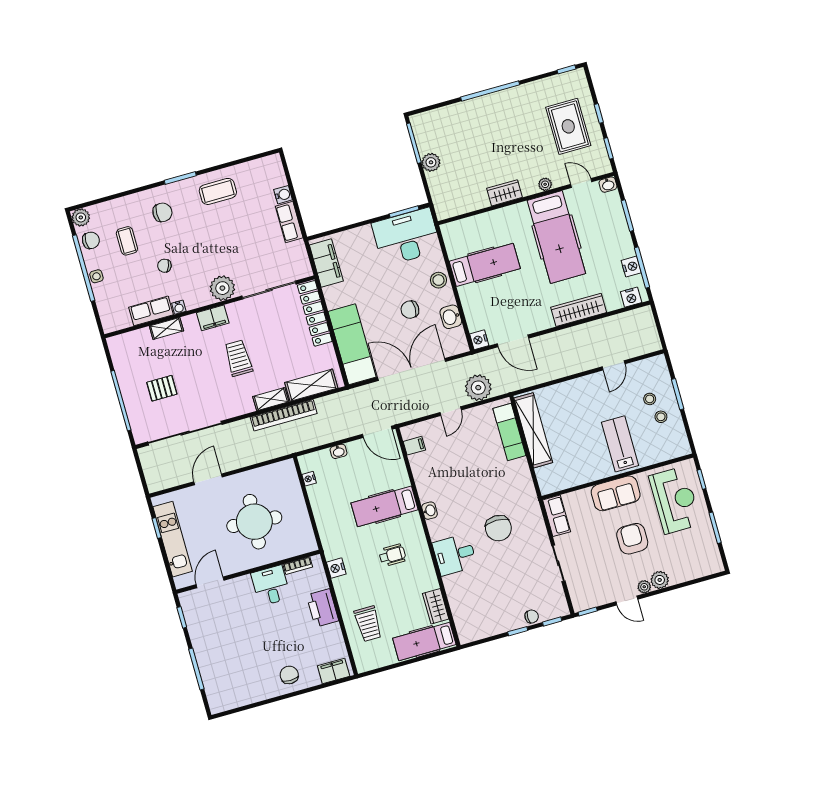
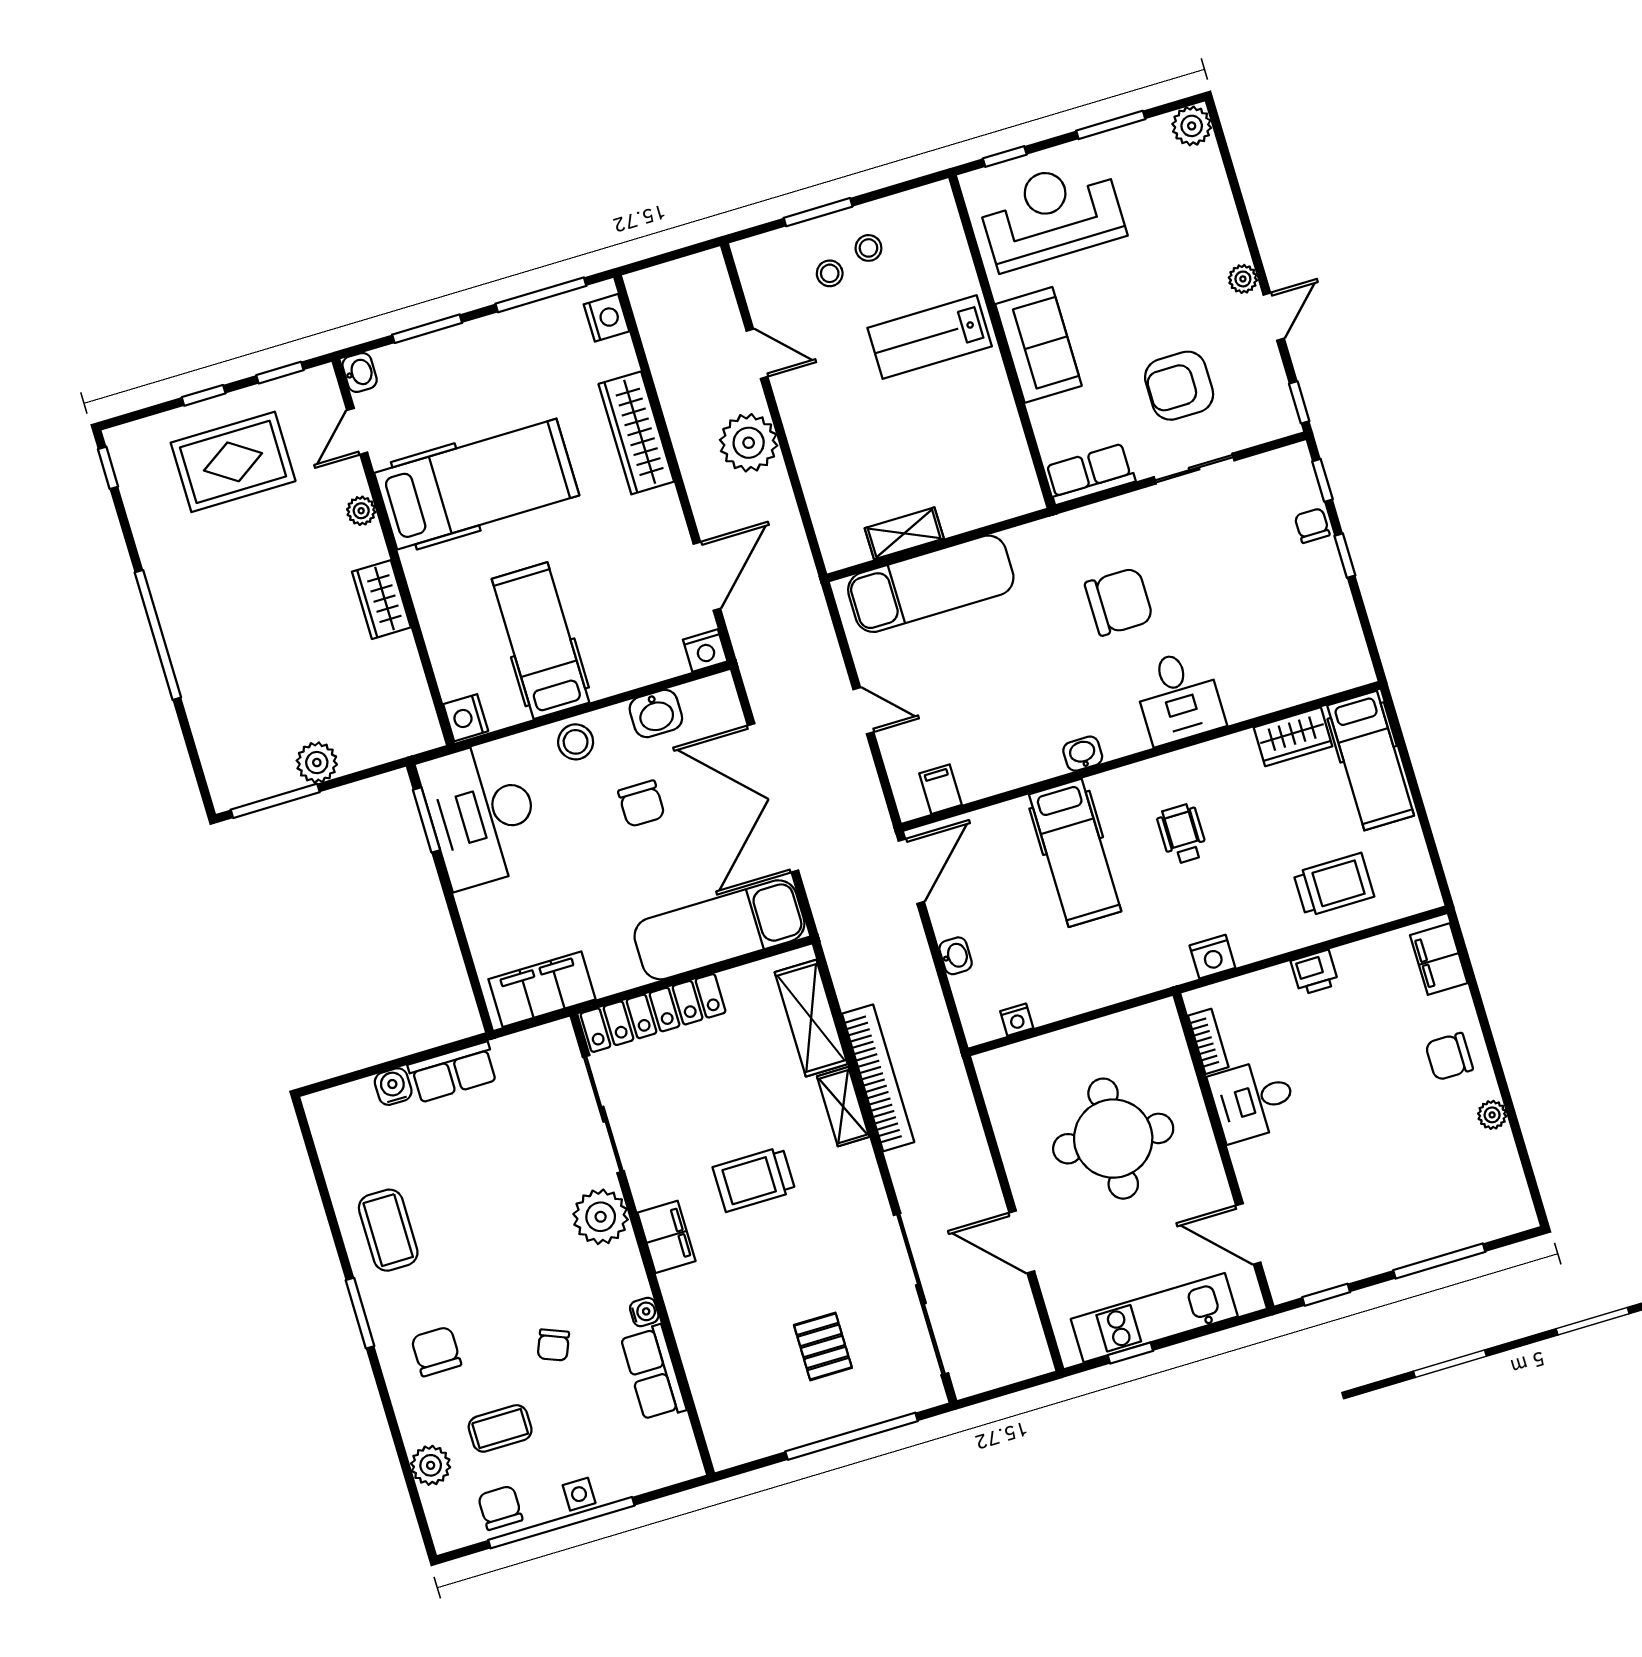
plant: (81, 217) -> (431, 1465), moved
nightstand: (631, 267) -> (466, 718), moved, turned -90
shelving: (166, 328) -> (691, 1339), removed
plant: (478, 388) -> (749, 443), moved
shelving: (533, 430) -> (904, 533), width x0.45, depth x0.75
exam couch: (509, 432) -> (931, 584), width x1.36, depth x1.45
armchair: (632, 539) -> (1179, 386), moved
plant: (660, 580) -> (1192, 126), moved
printer: (322, 608) -> (1315, 972), width x0.53, depth x0.68
plant: (262, 694) -> (1492, 1115), added

